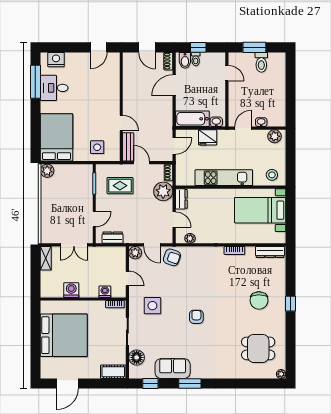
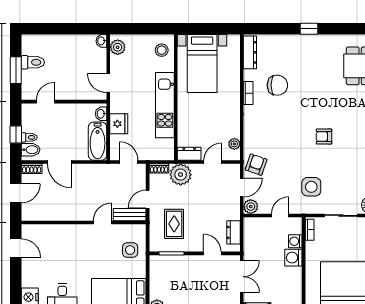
washbasin: (261, 122) -> (101, 41), moved
washing machine: (71, 290) -> (293, 258), moved
chair: (259, 300) -> (277, 85), moved

